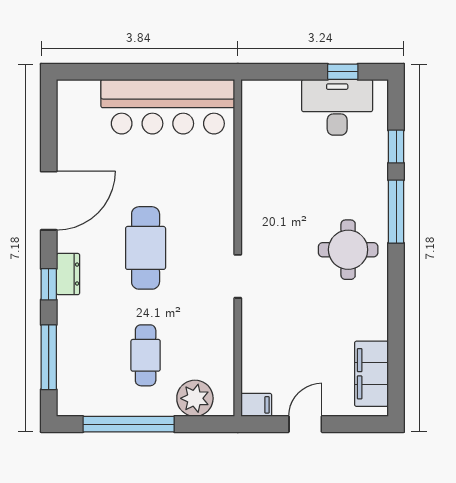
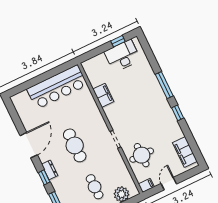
window: (396, 147) -> (178, 113), moved
filing cabinet: (257, 171) -> (103, 95), added
round table: (348, 250) -> (142, 155), moved

